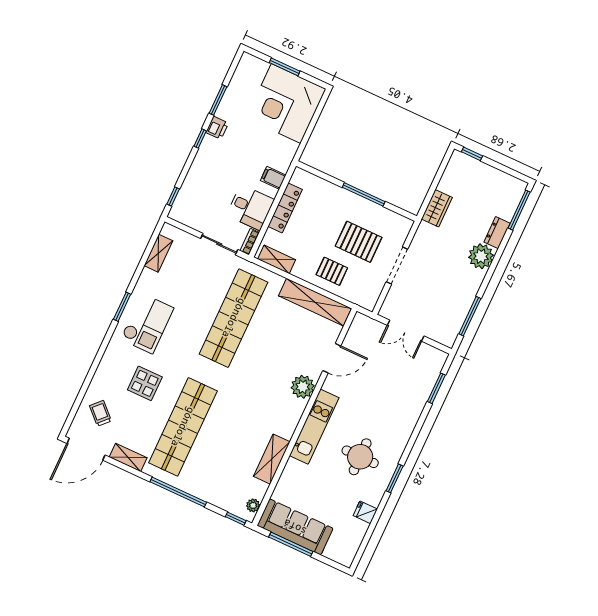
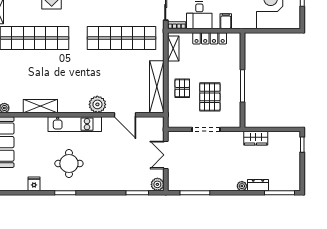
plant: (481, 256) -> (242, 186), width x0.53, depth x0.53
plant: (438, 358) -> (157, 184), added

